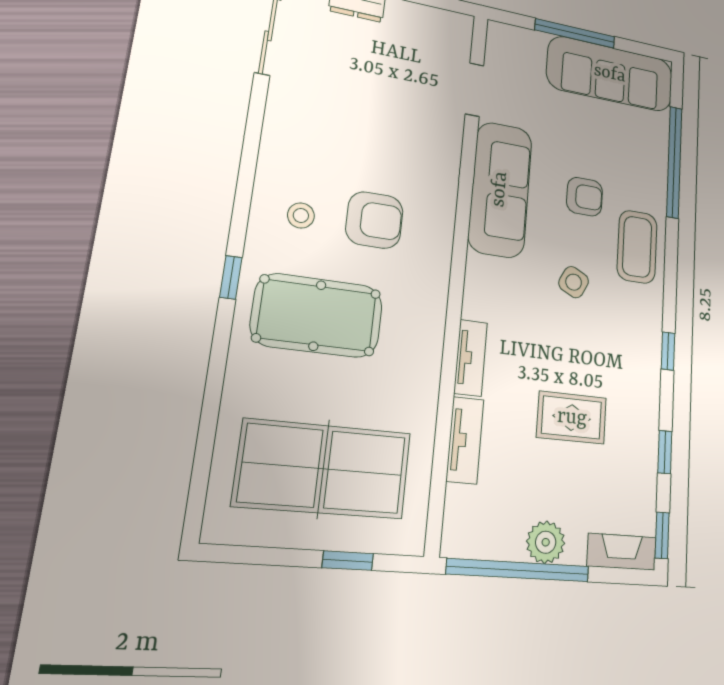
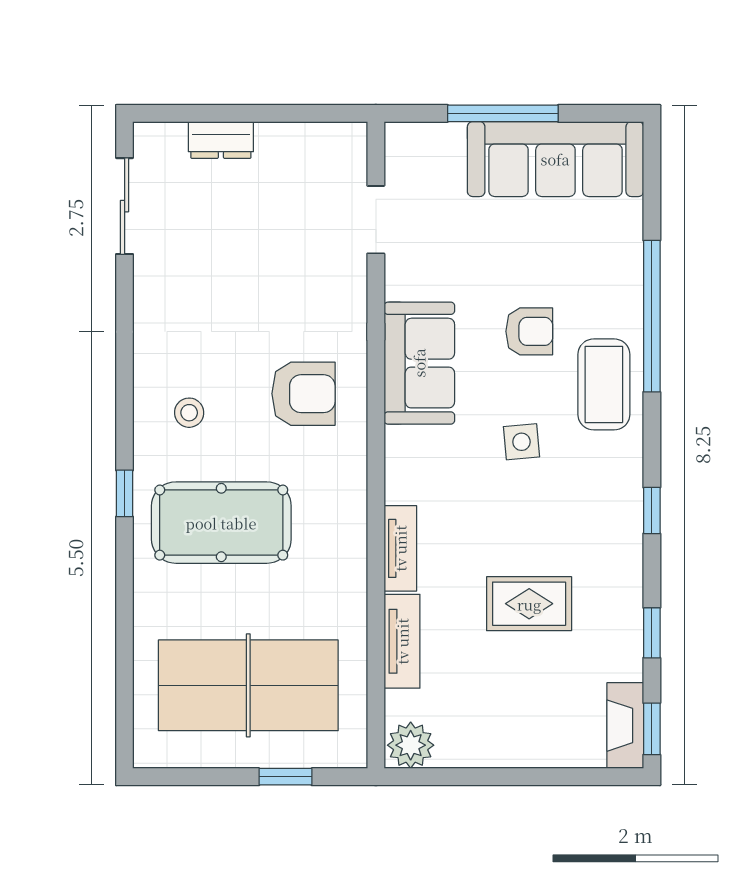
window: (674, 162) -> (652, 316), moved
sofa: (500, 189) -> (419, 363), width x0.73
armchair: (374, 220) -> (303, 394), moved
side table: (574, 282) -> (521, 442), turned -32
plant: (546, 542) -> (411, 745), moved
fireplace: (622, 552) -> (625, 726), moved, turned -90
window: (519, 570) -> (476, 777), removed

